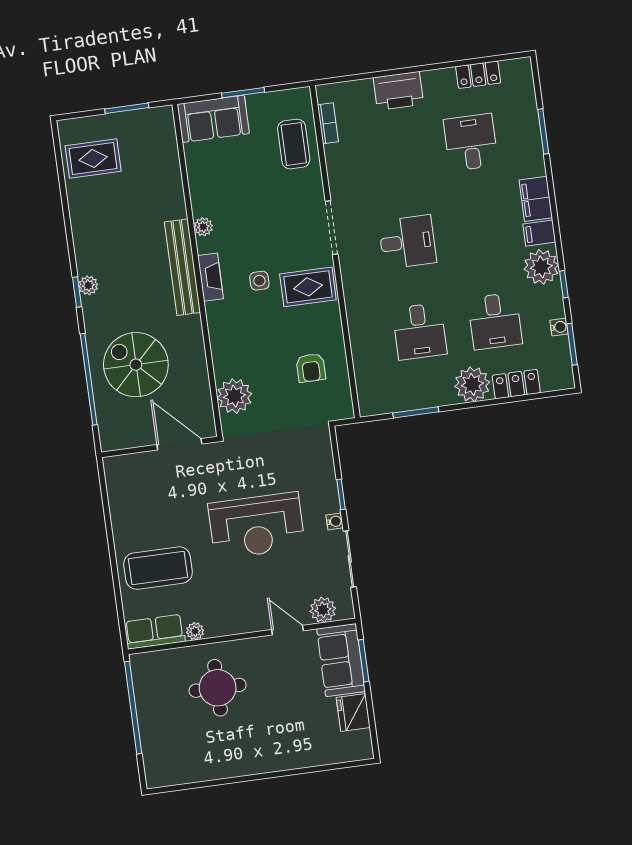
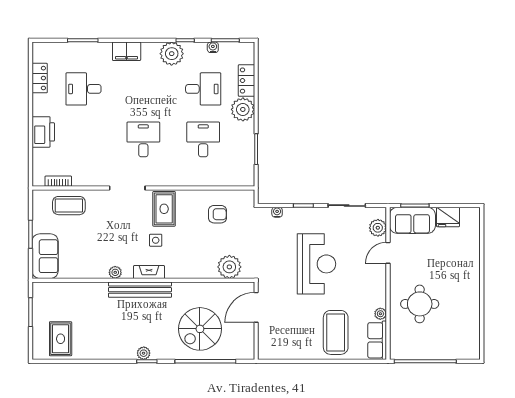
filing cabinet: (539, 233) -> (149, 52), removed
desk: (420, 331) -> (203, 139), turned -90
water cooler: (335, 521) -> (277, 212), moved

